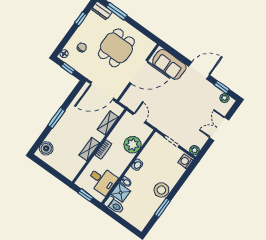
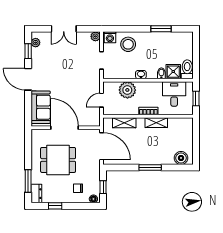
stool: (161, 190) -> (128, 44), moved

